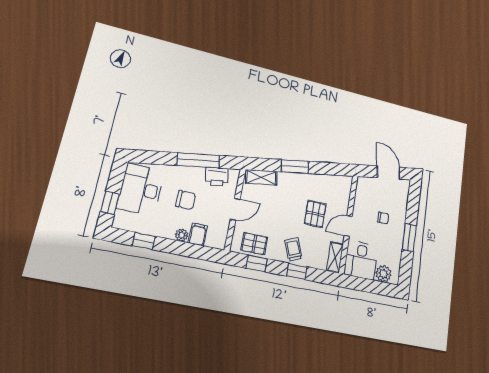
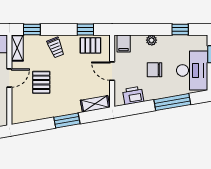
window: (198, 160) -> (172, 102), moved
door: (235, 209) -> (112, 71), hinge flipped
filing cabinet: (198, 234) -> (124, 44), moved
window: (297, 271) -> (32, 30), moved

